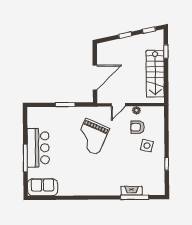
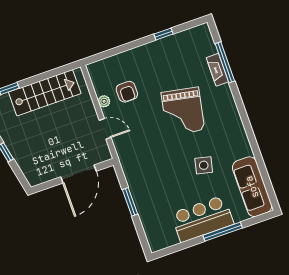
door: (95, 77) -> (79, 174), swing flipped
grand piano: (92, 137) -> (183, 111), moved, turned 77
side table: (147, 146) -> (204, 165), moved
sofa: (43, 187) -> (252, 187), width x1.36

